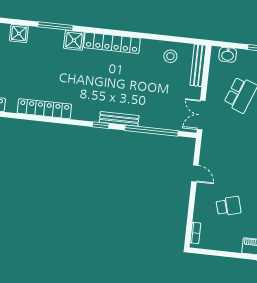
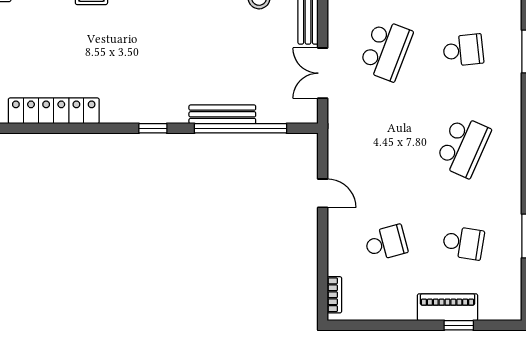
double door: (201, 115) -> (323, 73), moved
bench: (119, 119) -> (222, 114), moved

